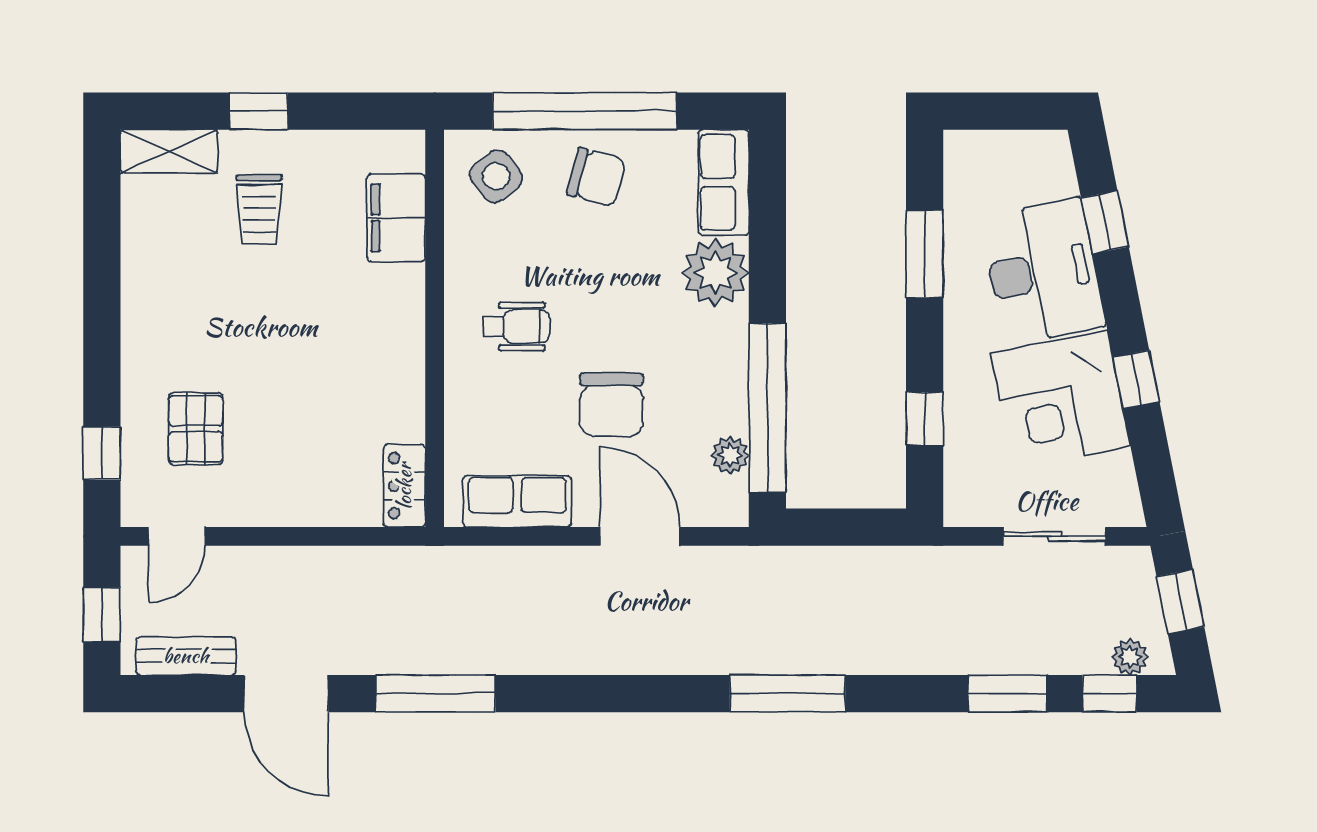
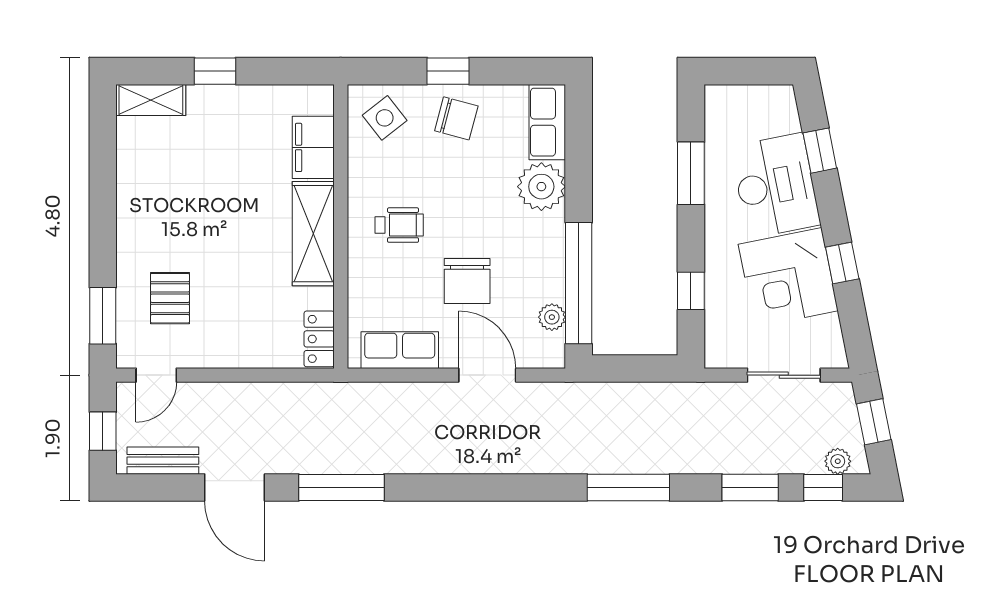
window: (585, 111) -> (448, 71), width x0.32
trolley: (259, 209) -> (215, 141), removed
shelving: (396, 338) -> (313, 234), added
window: (102, 453) -> (103, 316), width x1.50
window: (788, 694) -> (628, 487), moved

